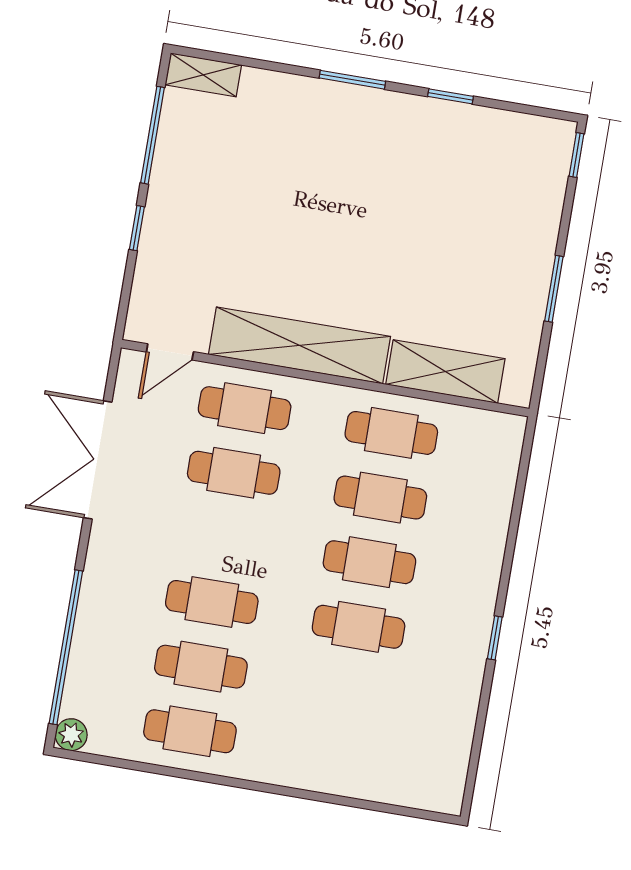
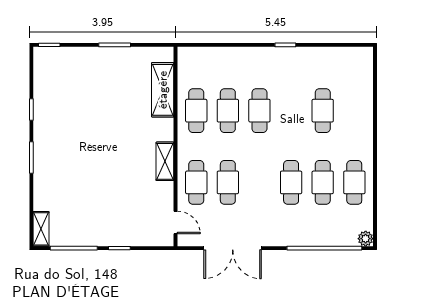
shelving: (299, 345) -> (165, 161), width x0.45, depth x0.75
cafe table: (359, 627) -> (323, 111), moved

